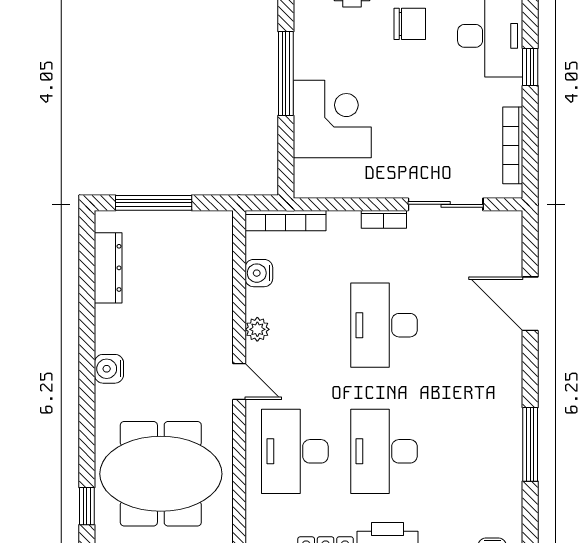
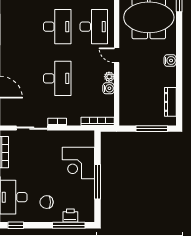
water cooler: (259, 273) -> (109, 88), moved

